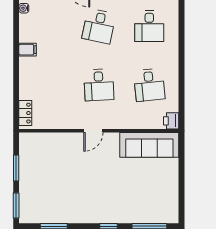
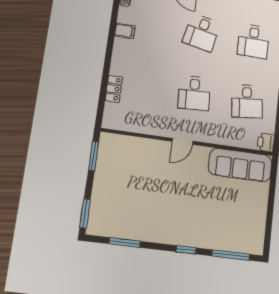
filing cabinet: (28, 50) -> (125, 31), moved
locker: (25, 113) -> (114, 89), moved
window: (16, 168) -> (94, 156), moved

